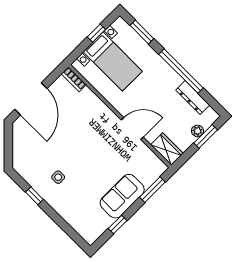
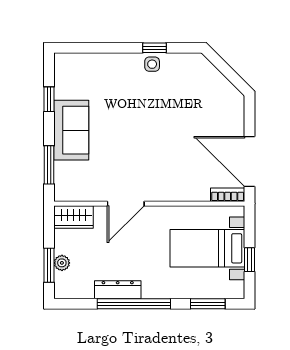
dresser: (193, 98) -> (118, 290), moved
door: (31, 99) -> (249, 162), moved
side table: (58, 177) -> (152, 64), moved

